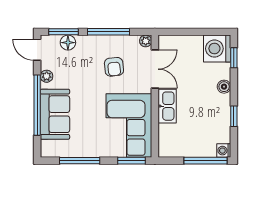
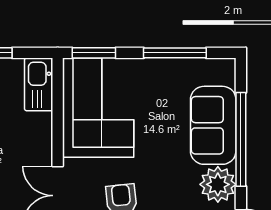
plant: (47, 76) -> (218, 184), width x1.88, depth x1.88
kitchen sink: (167, 106) -> (39, 84), moved

